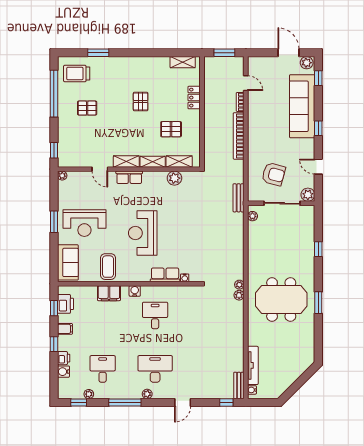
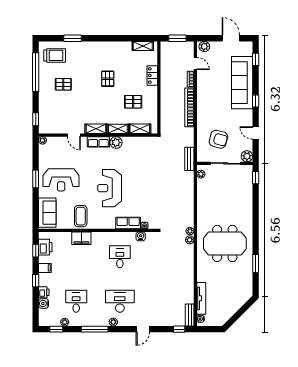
plant: (307, 63) -> (204, 46), moved
trolley: (77, 74) -> (55, 55), turned 180
plant: (174, 178) -> (116, 143), moved
window: (318, 249) -> (256, 178), moved
water cooler: (135, 291) -> (141, 236), moved
window: (318, 303) -> (256, 264), moved

